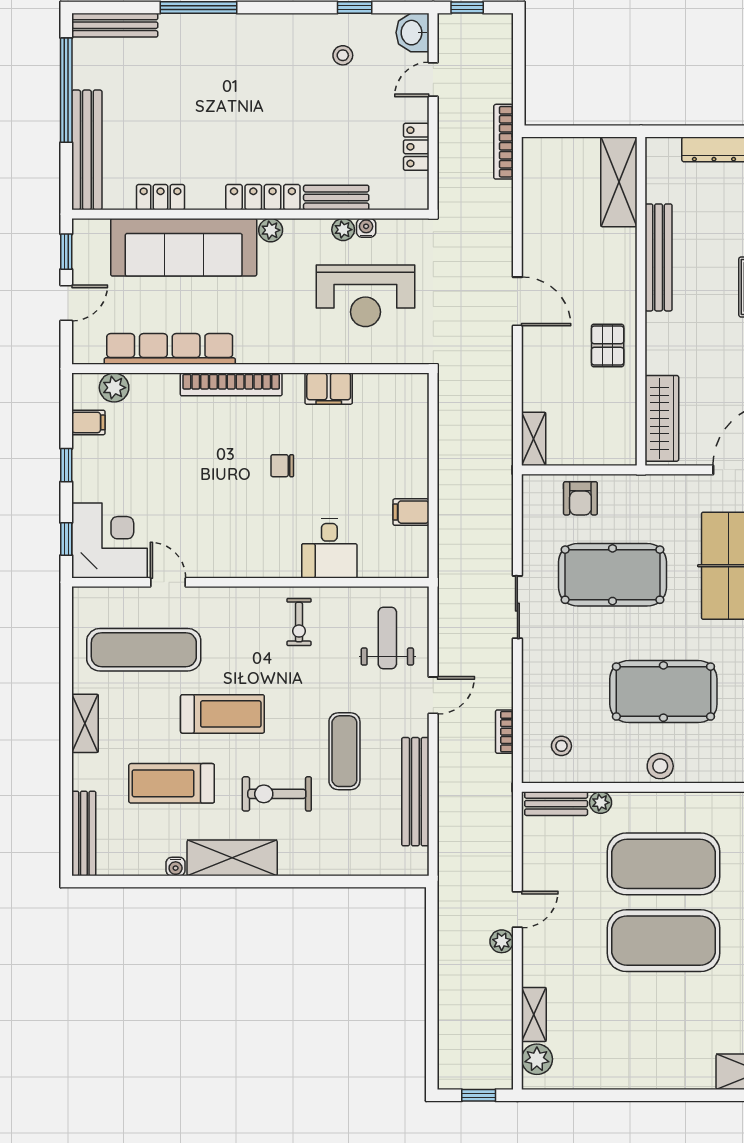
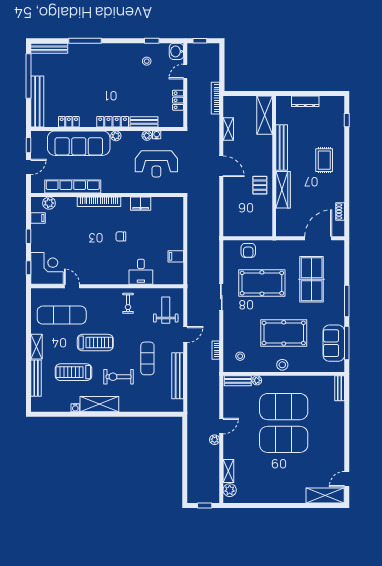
wardrobe: (662, 418) -> (283, 190), moved
shelving: (534, 439) -> (228, 129), moved
bench: (84, 833) -> (36, 378), moved

